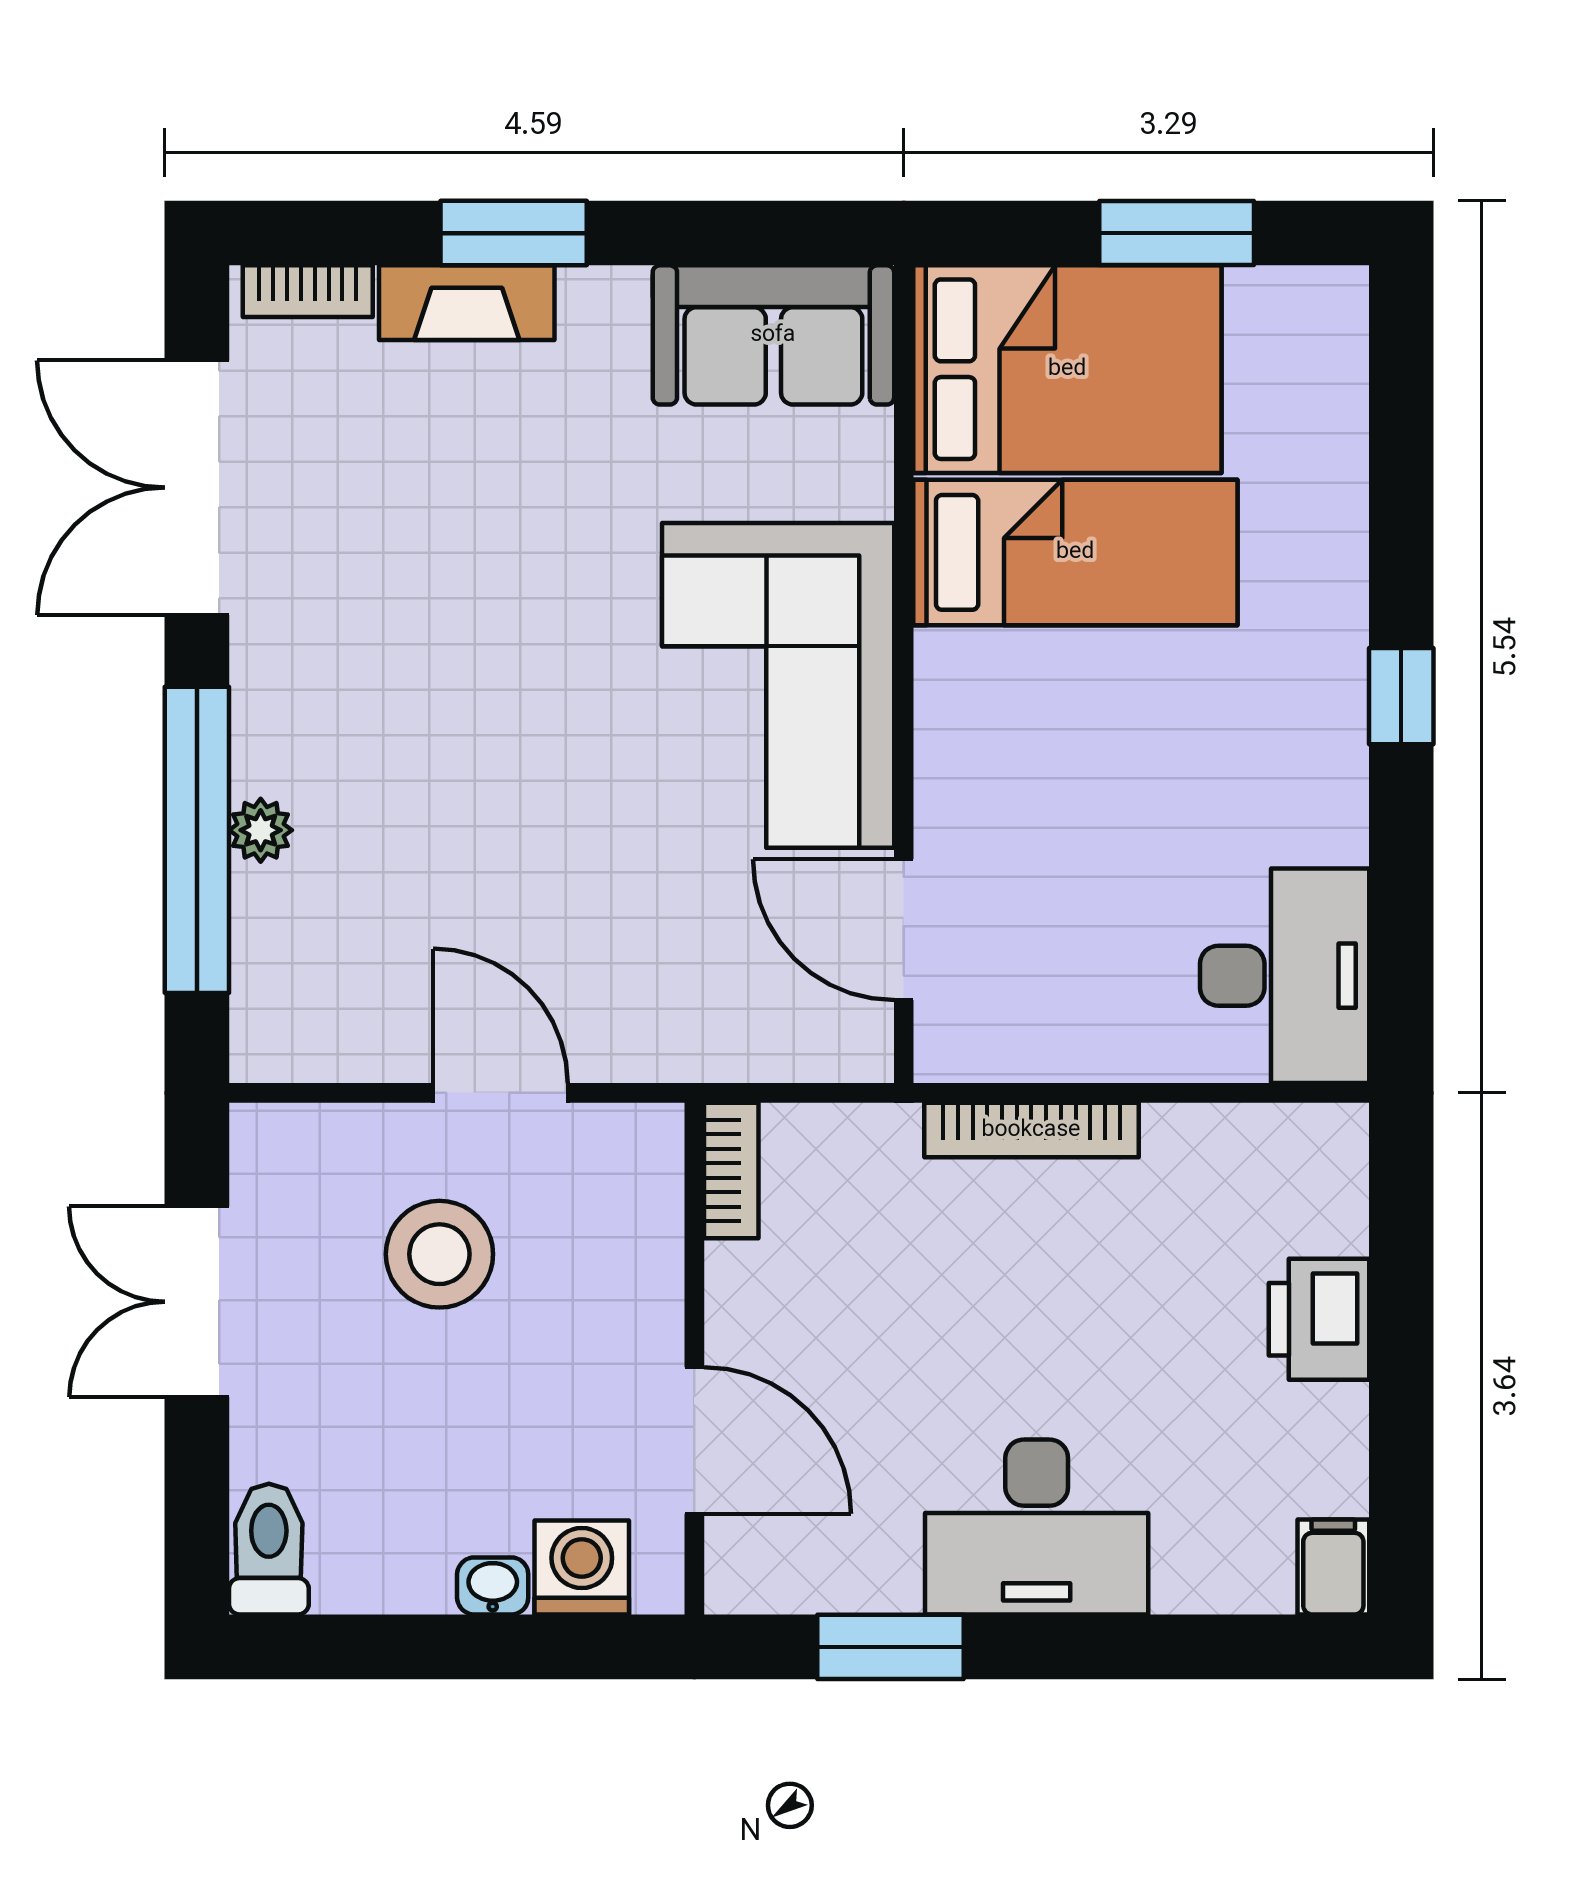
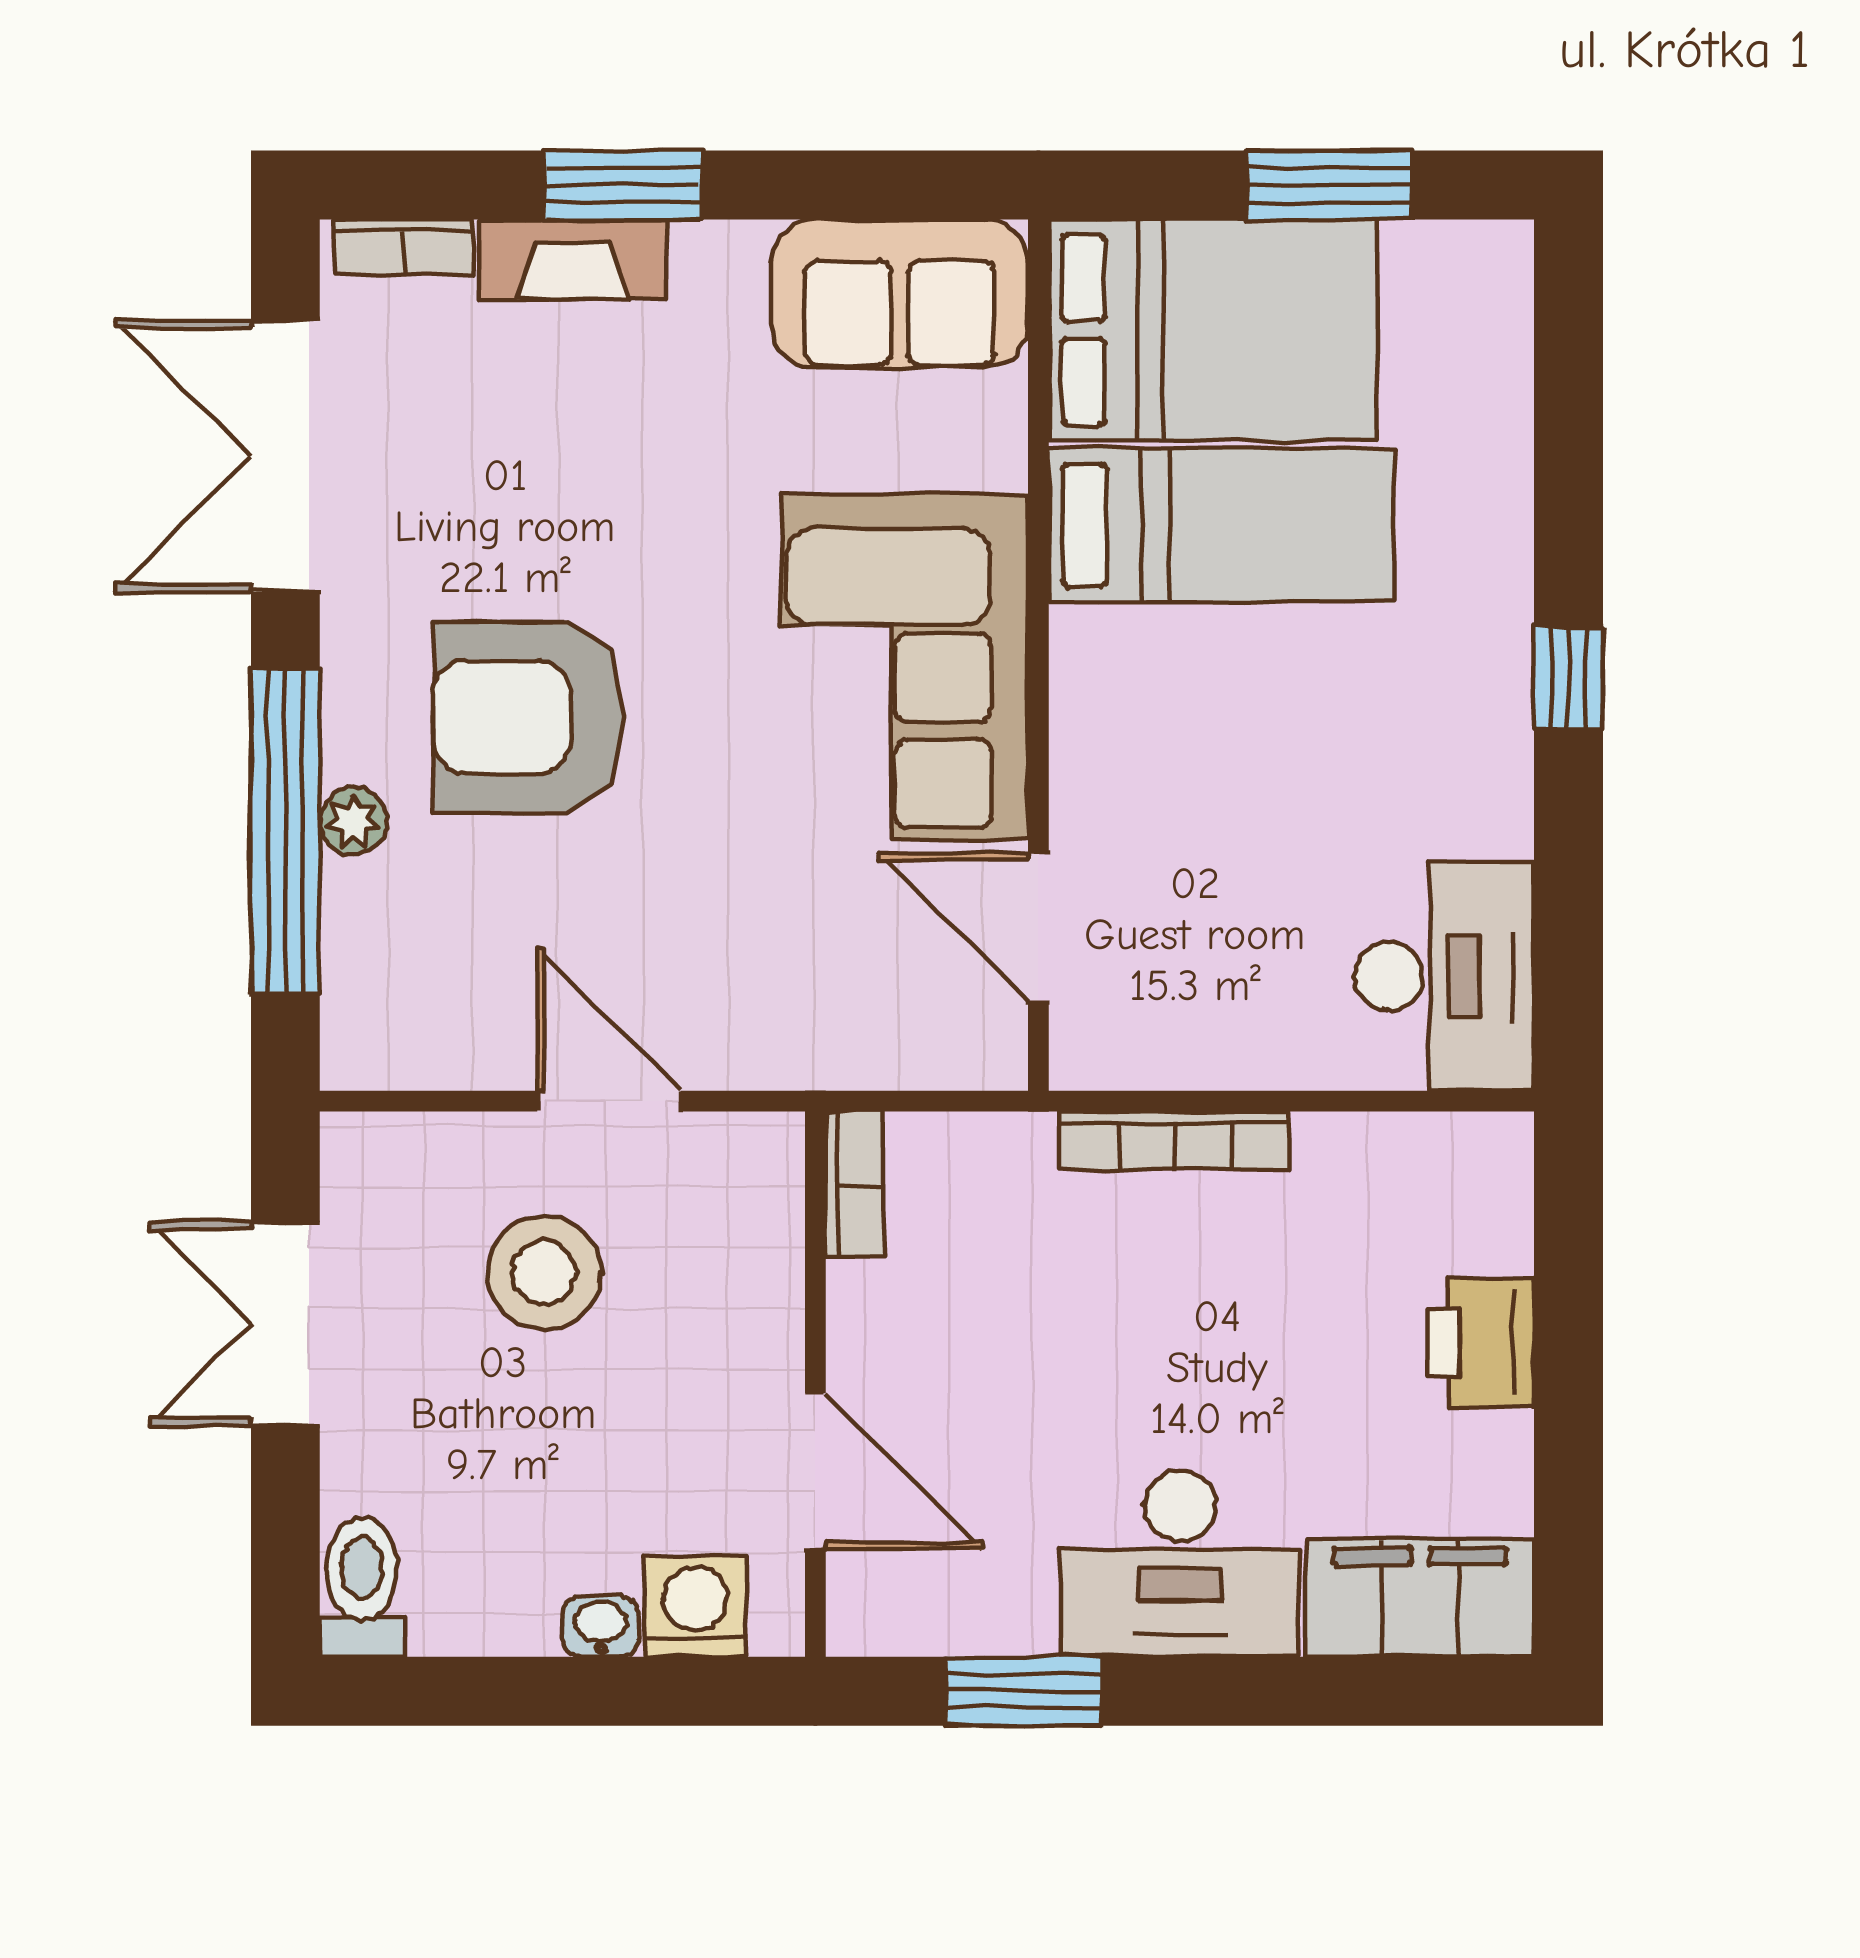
armchair: (425, 732) -> (529, 717), added
filing cabinet: (1333, 1567) -> (1420, 1598), width x3.00, depth x1.17

